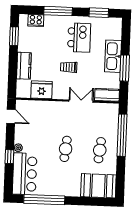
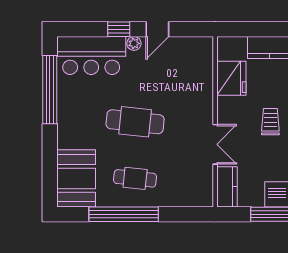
door: (11, 116) -> (157, 29), moved
window: (122, 135) -> (124, 214), moved
cafe table: (66, 149) -> (135, 122), width x1.37, depth x1.35

